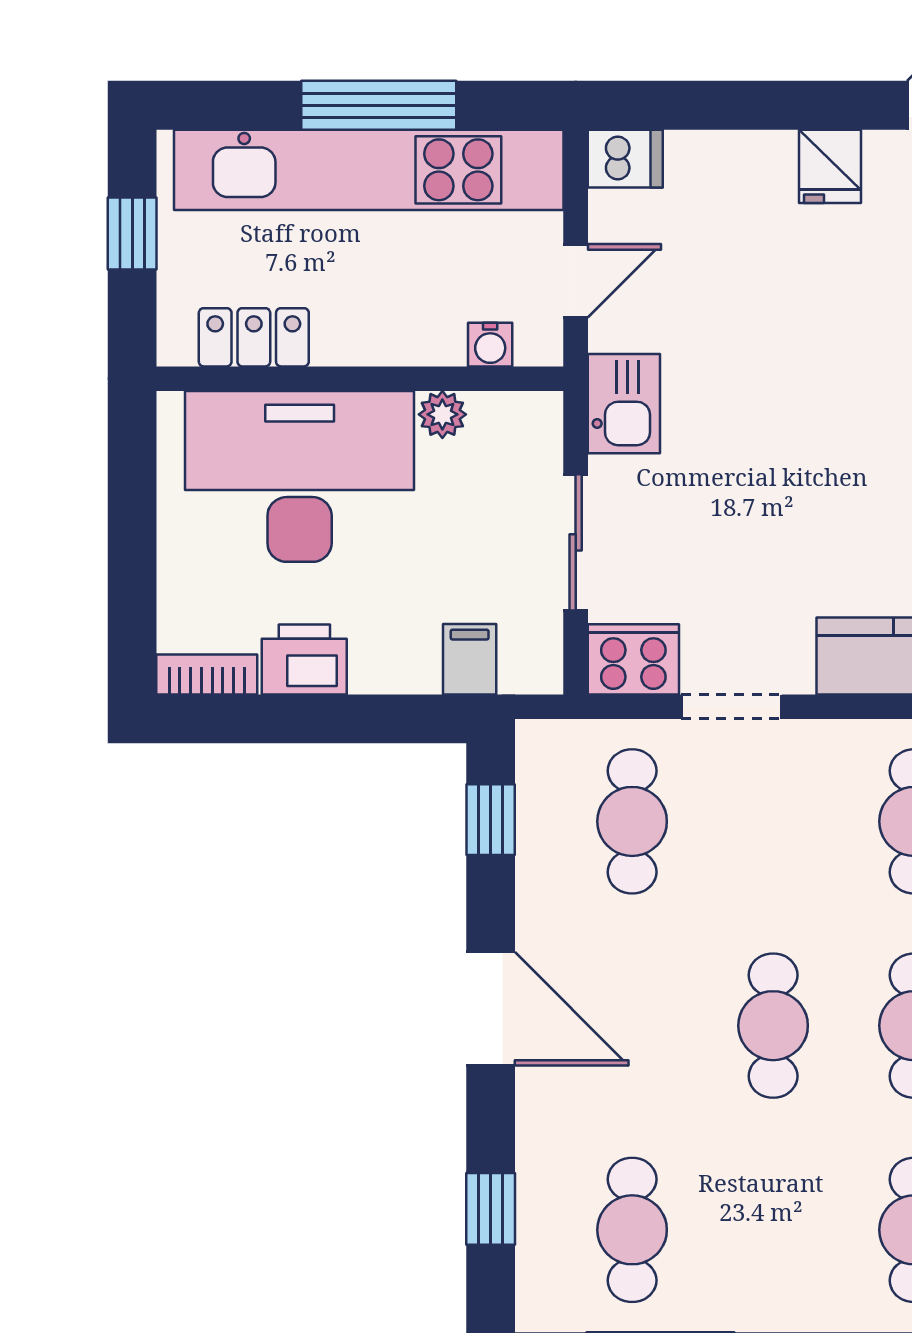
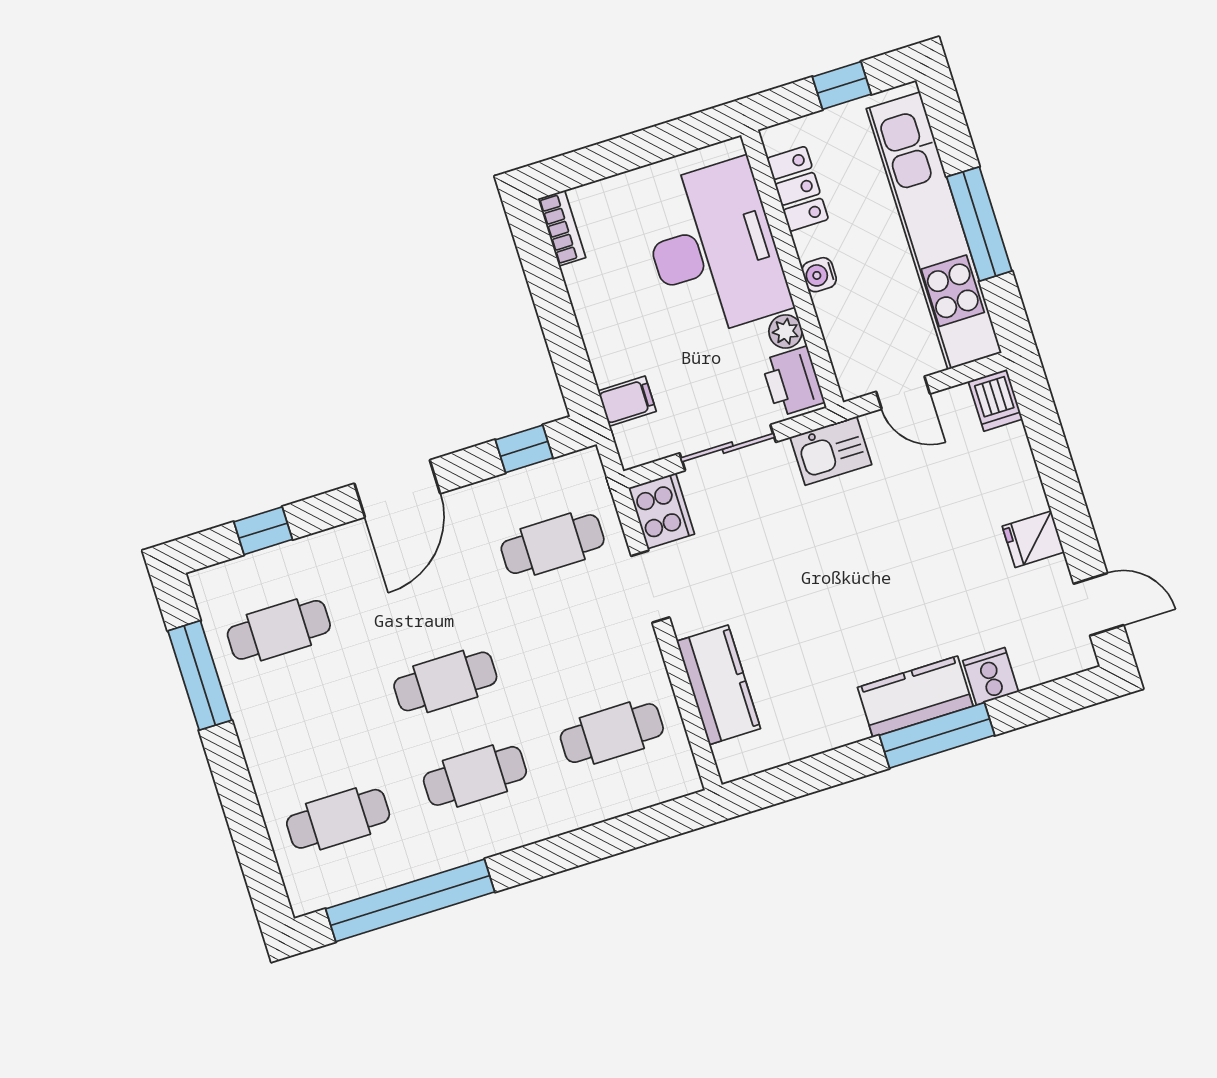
water cooler: (490, 345) -> (819, 275), moved
printer: (304, 660) -> (793, 381), moved, turned 180

